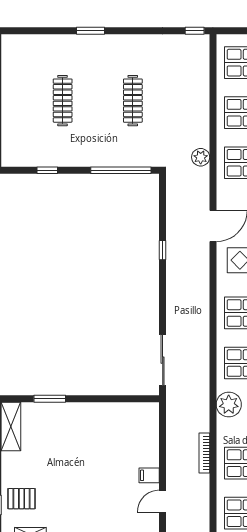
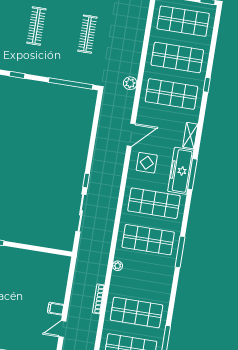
window: (163, 250) -> (86, 180), moved
sliding door: (163, 360) -> (81, 213), moved
plant: (229, 404) -> (118, 266), width x0.53, depth x0.53

